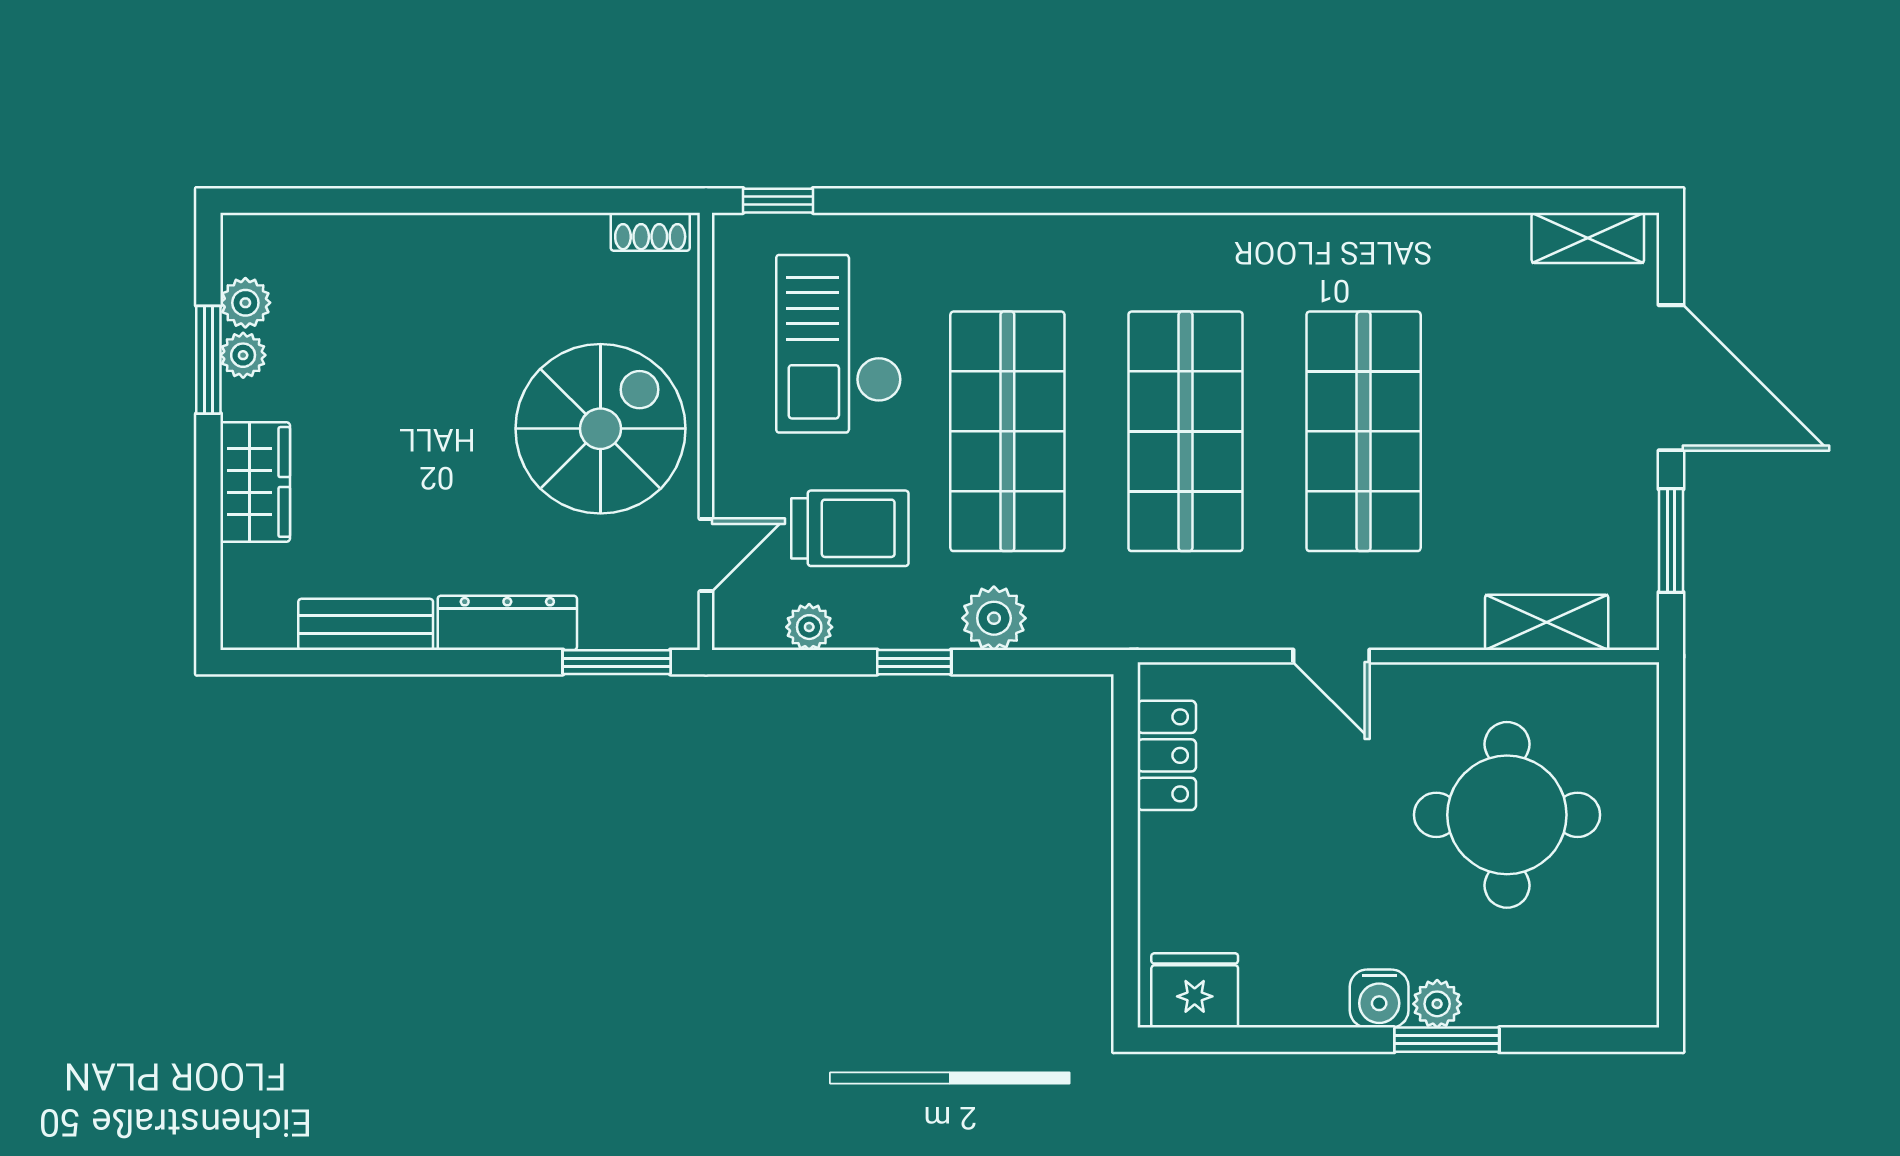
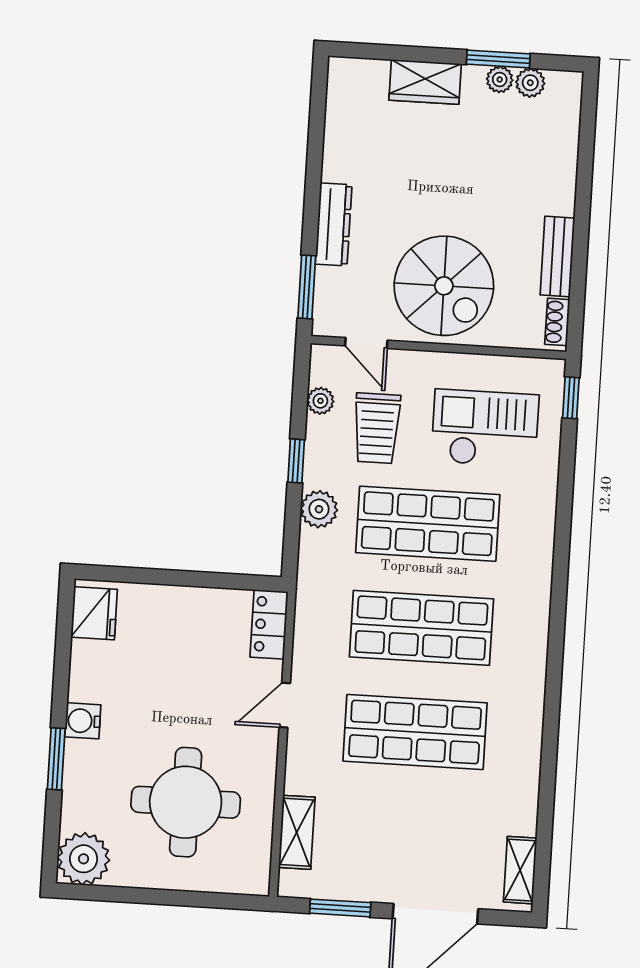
bench: (366, 624) -> (557, 257), moved
locker: (1167, 755) -> (269, 624), moved, turned 90
plant: (1437, 1004) -> (84, 859), moved, width x1.87, depth x1.87

